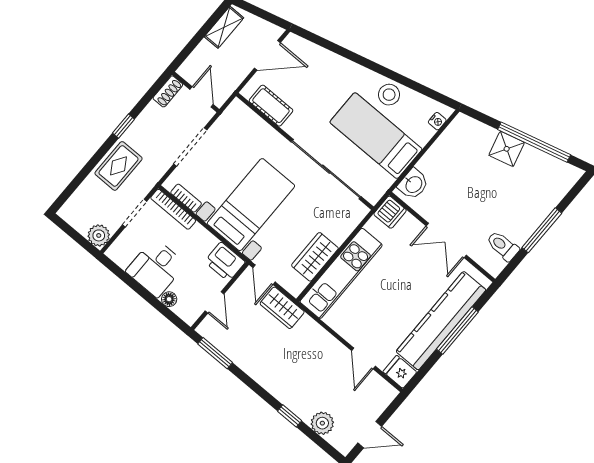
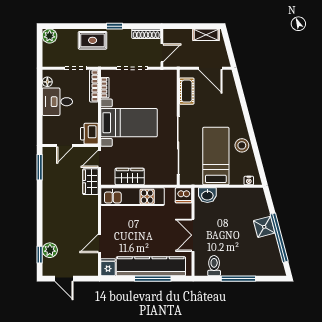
shoe rack: (168, 91) -> (146, 34), width x1.43
plant: (99, 235) -> (50, 36), moved
floor lamp: (169, 299) -> (47, 82), moved
window: (290, 416) -> (40, 255), moved

